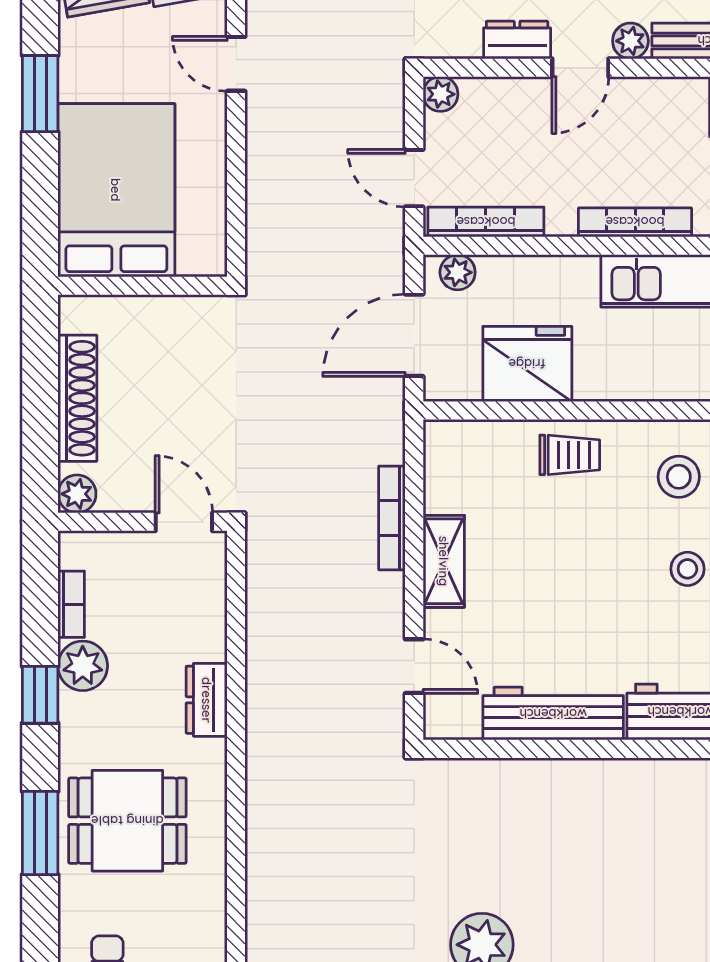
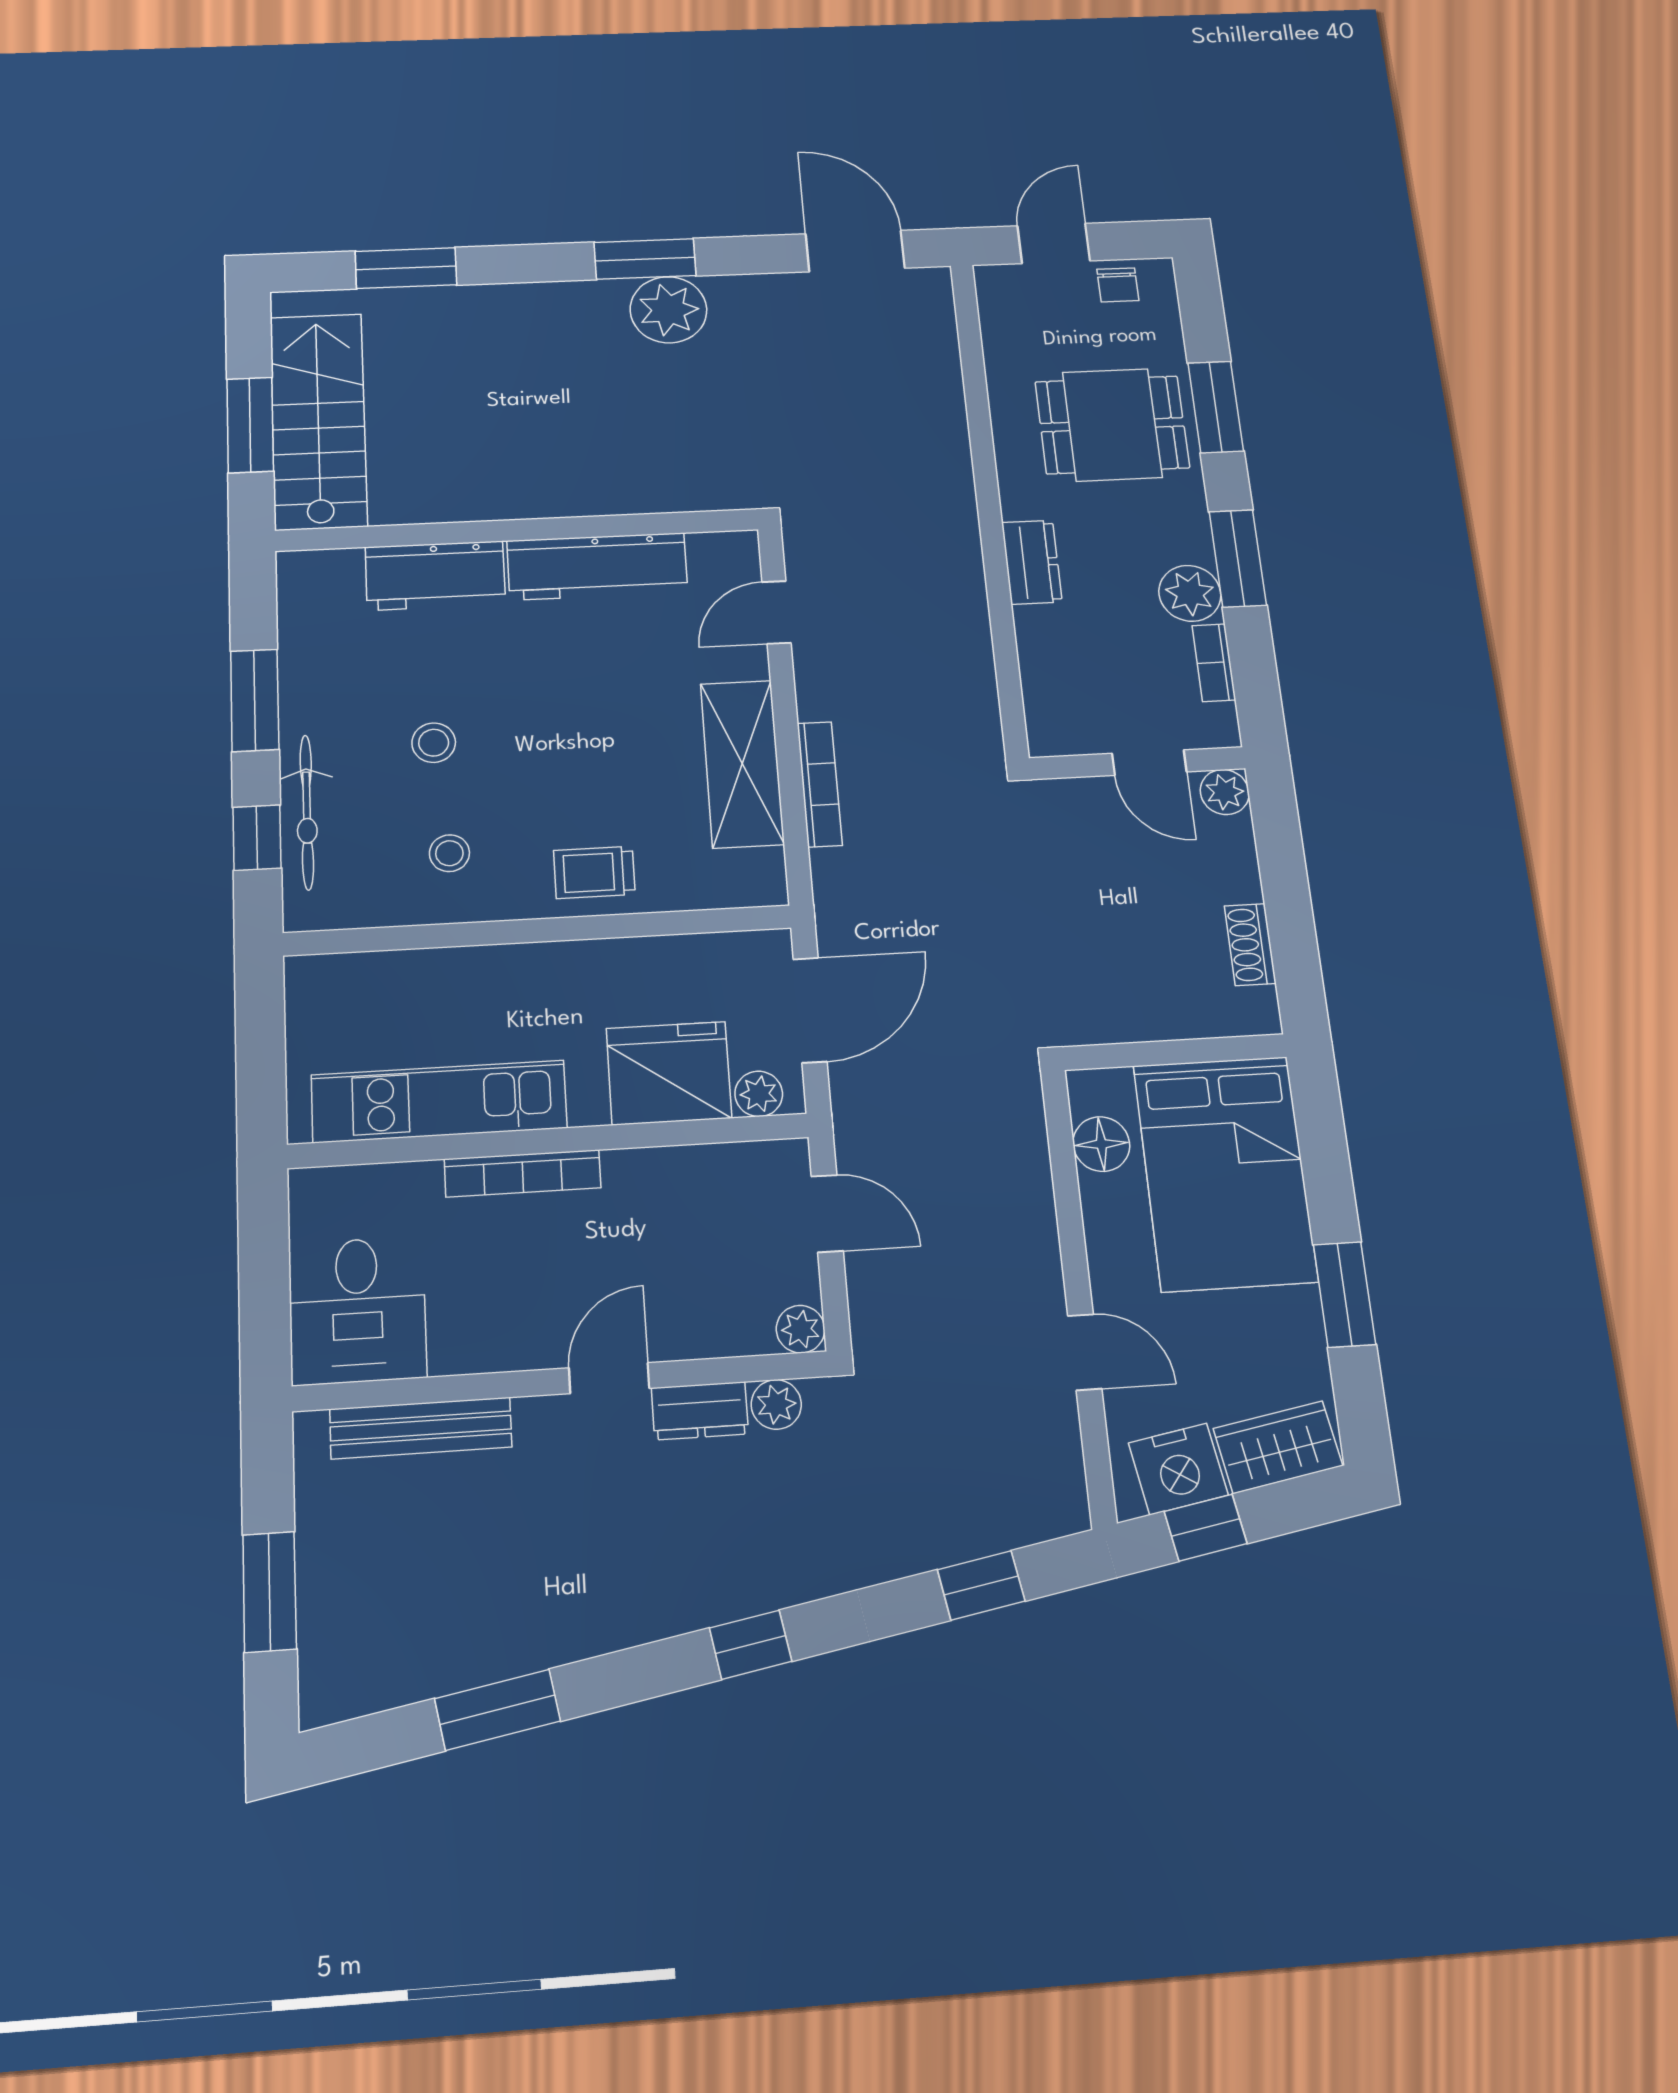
plant: (630, 41) -> (776, 1404), moved
floor lamp: (206, 218) -> (1101, 1144), added
bookcase: (486, 222) -> (725, 1162), removed
fridge: (527, 364) -> (669, 1073), moved, turned 180
shoe rack: (77, 398) -> (1250, 945), width x0.51, depth x0.81
stool: (679, 477) -> (449, 853), width x0.73, depth x0.73
door: (184, 522) -> (1149, 763), moved
shelving: (444, 561) -> (742, 764), width x1.50, depth x1.33
door: (414, 666) -> (777, 612), hinge flipped
window: (40, 695) -> (1238, 558), width x1.50

